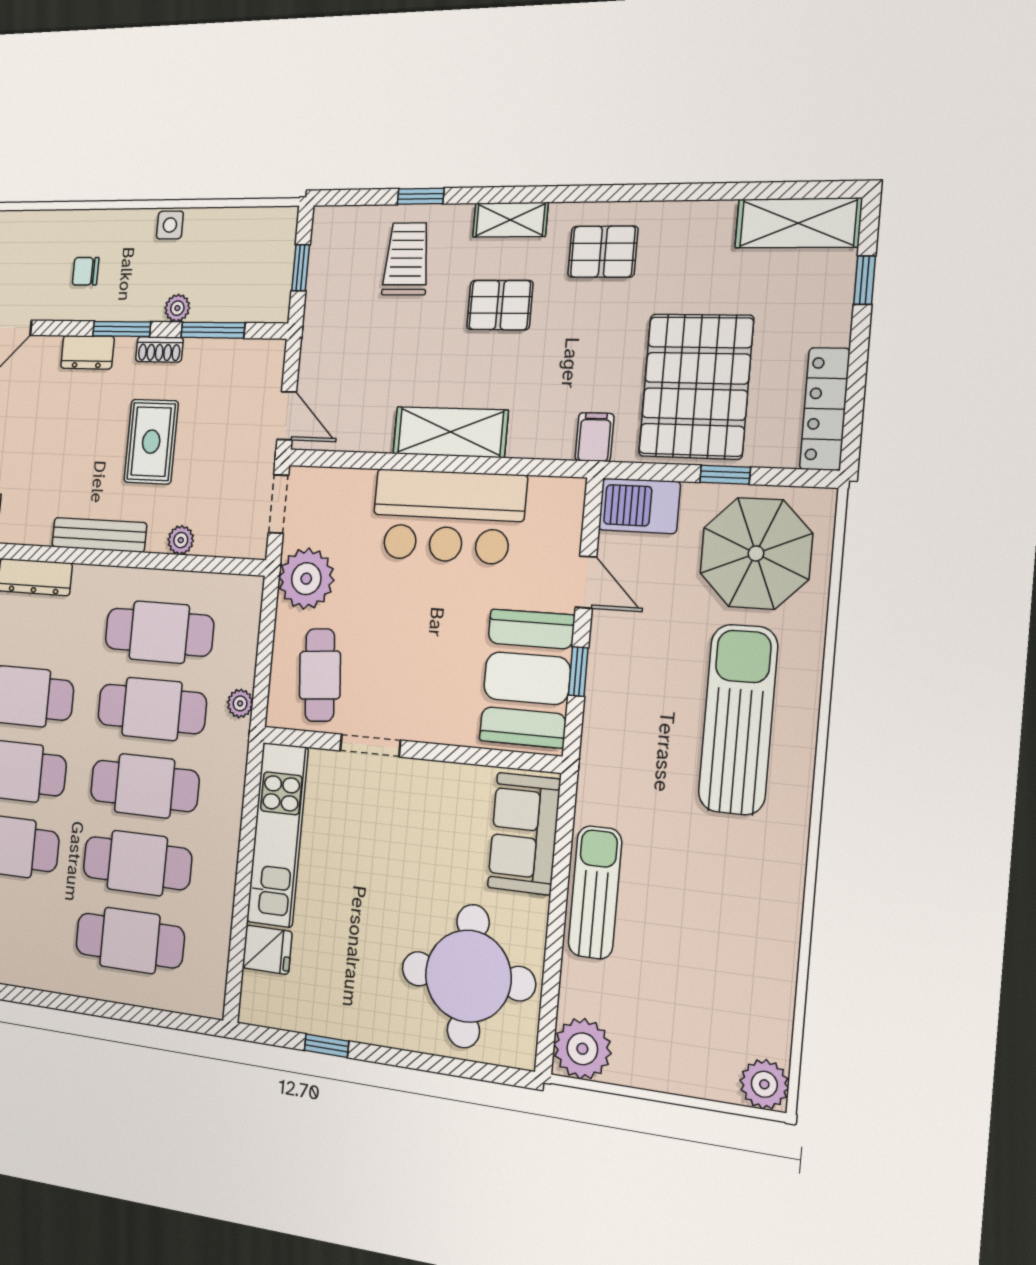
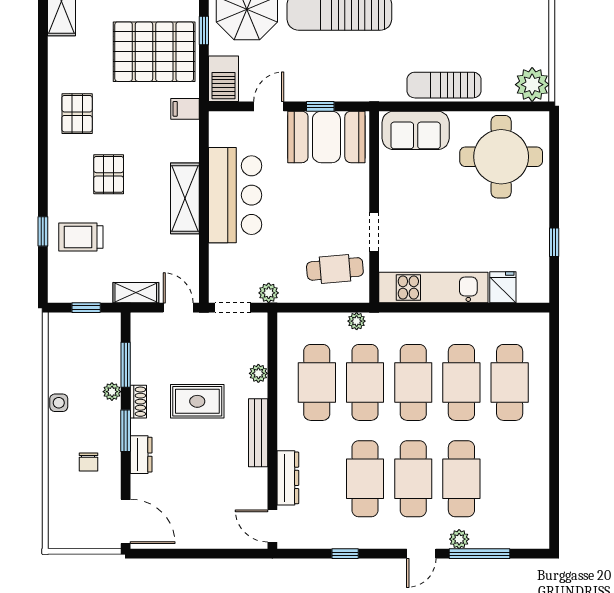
shelving: (510, 220) -> (136, 293), moved, turned 90
door: (287, 416) -> (178, 308), hinge flipped
plant: (306, 579) -> (269, 293), width x0.53, depth x0.53

